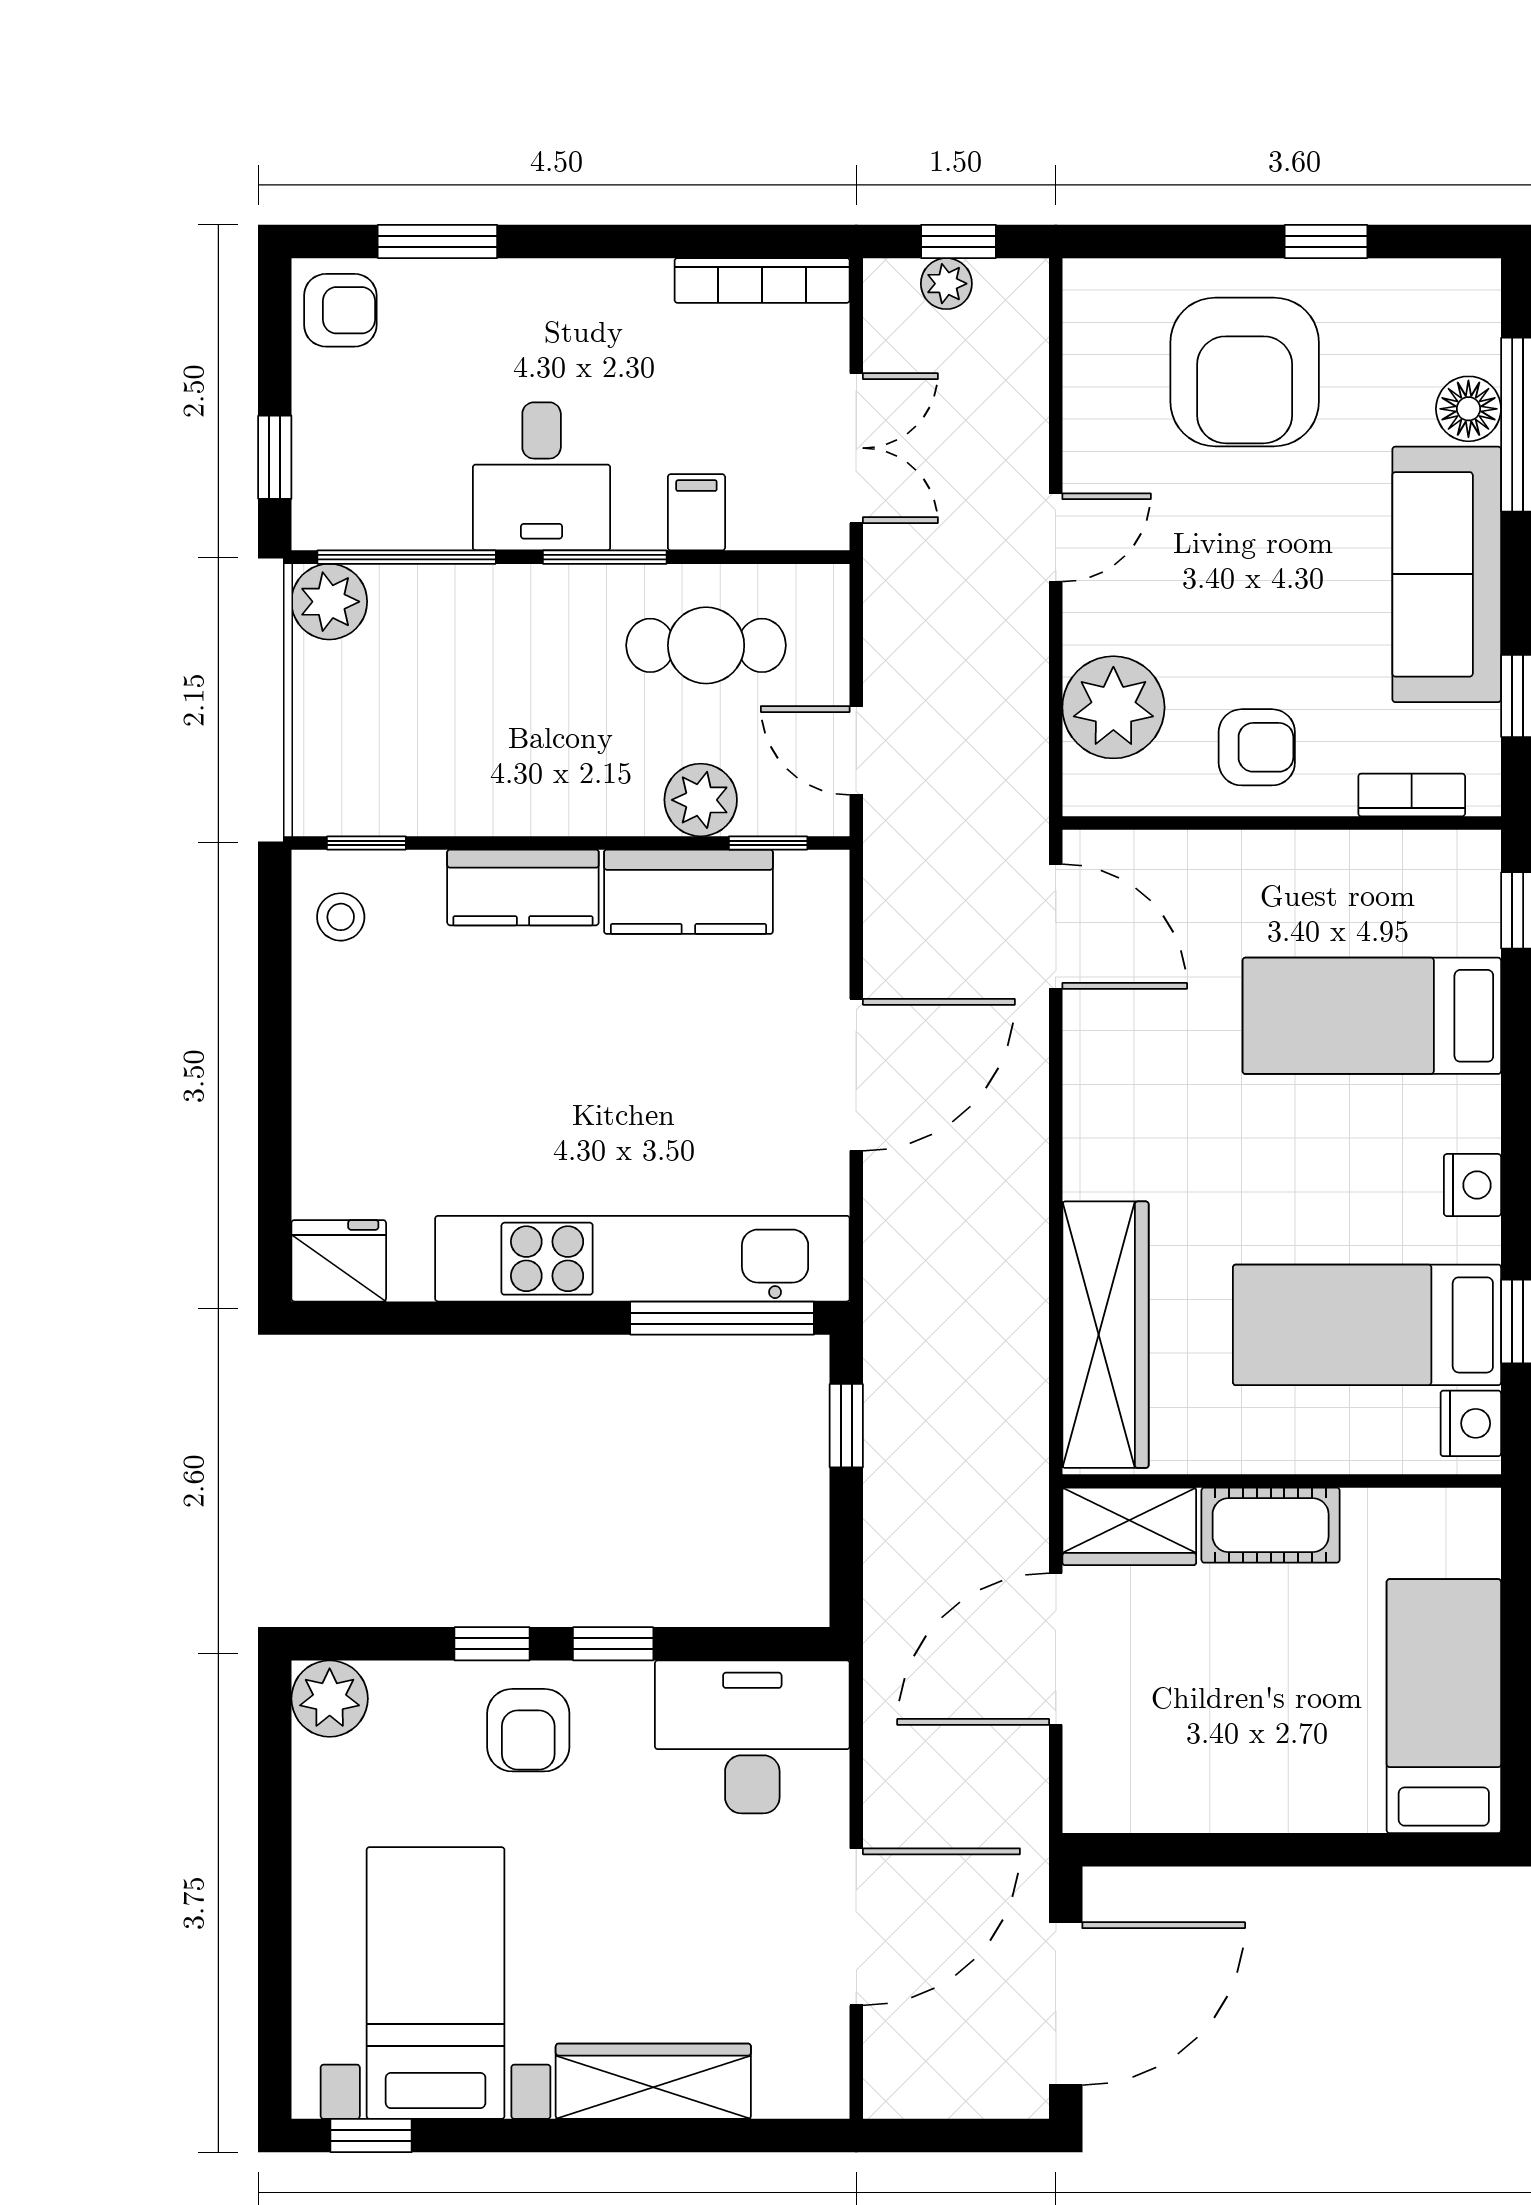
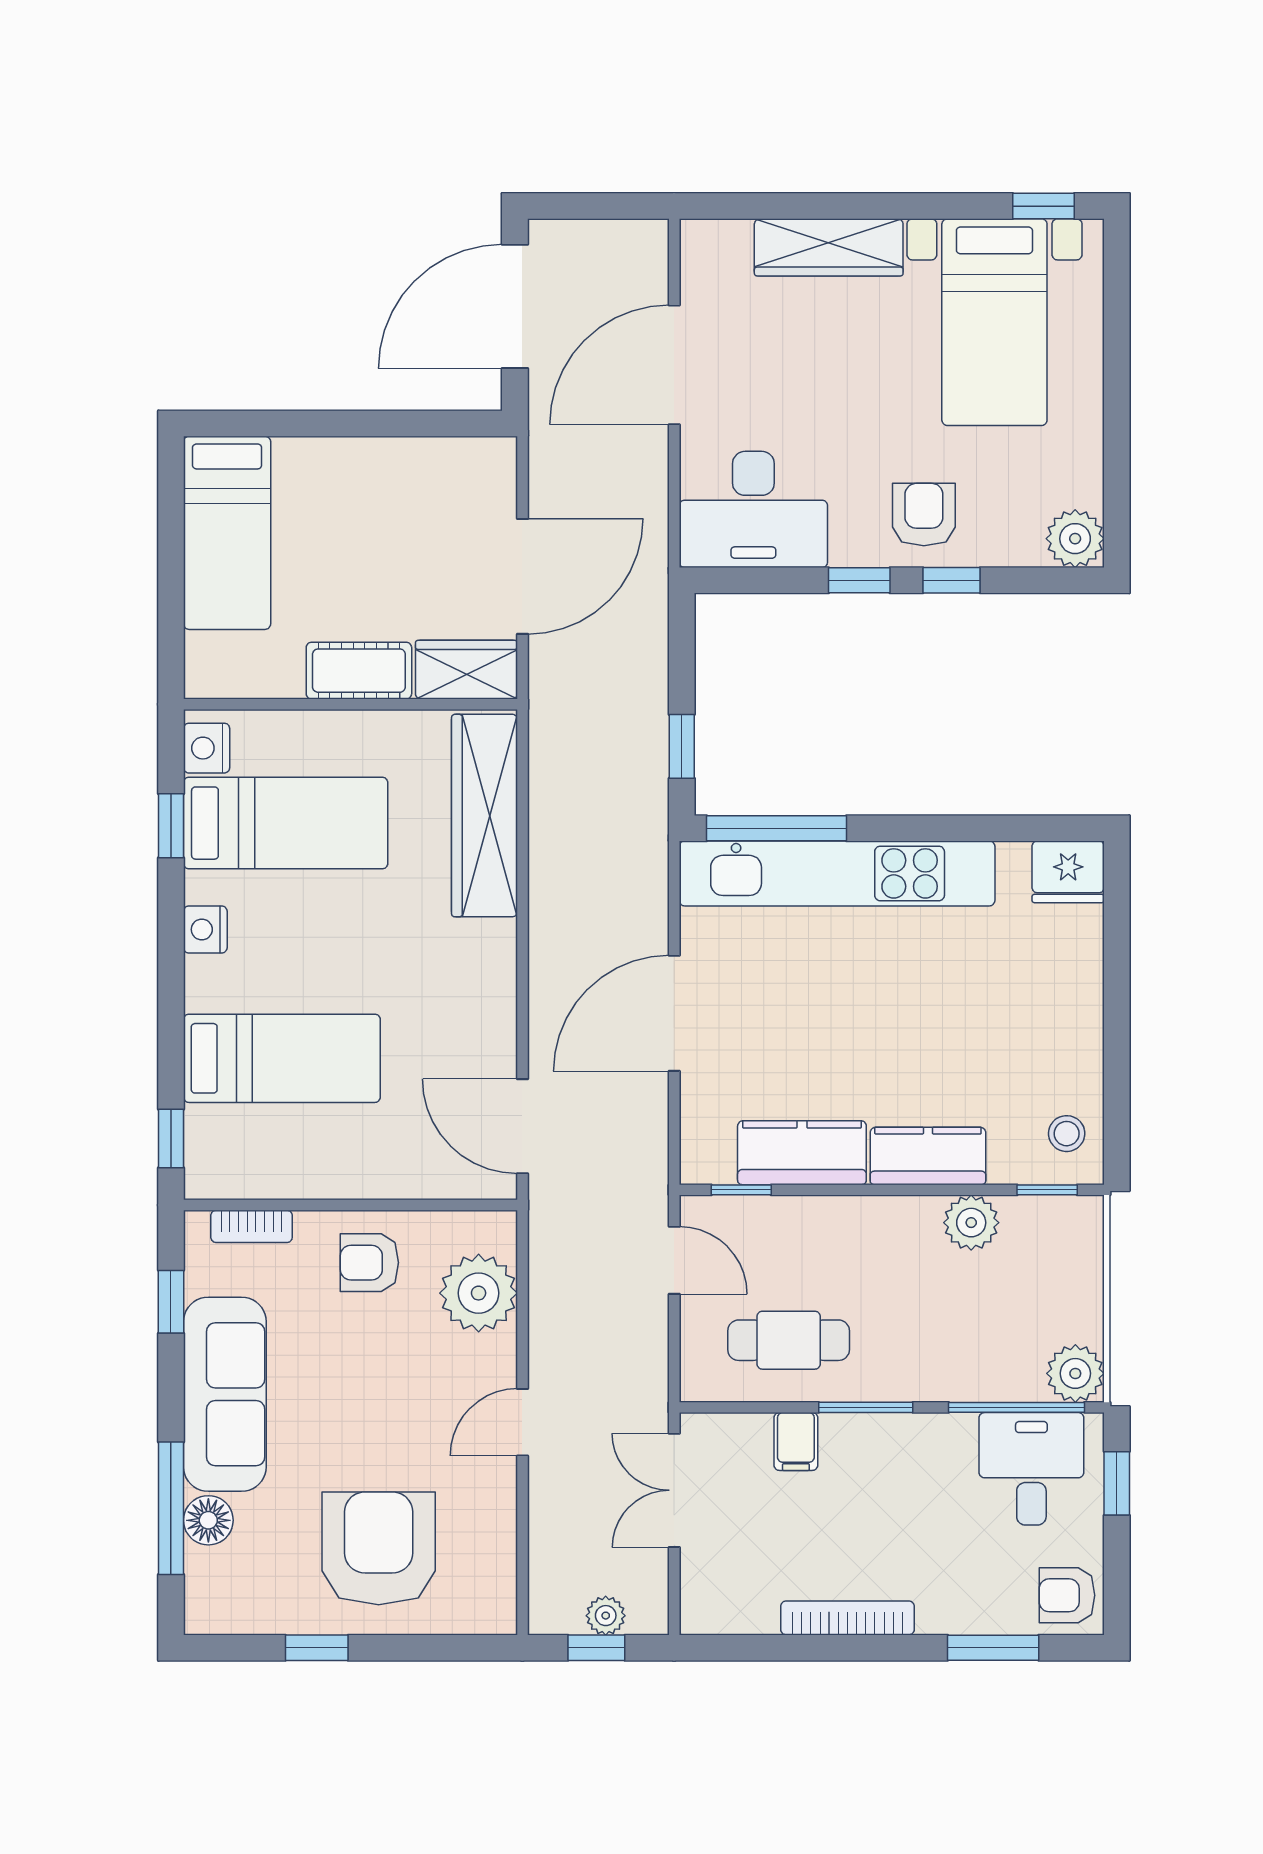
bookcase: (762, 280) -> (847, 1618), moved
desk: (542, 476) -> (1031, 1469), moved
plant: (701, 800) -> (971, 1223), moved

